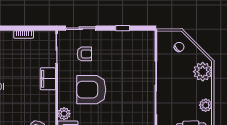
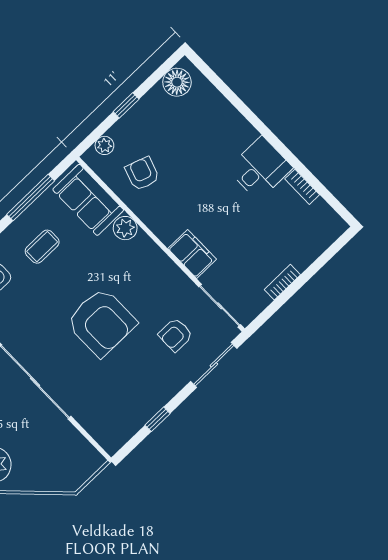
chair: (179, 47) -> (57, 467), removed
armchair: (91, 90) -> (101, 322), moved, turned 90

